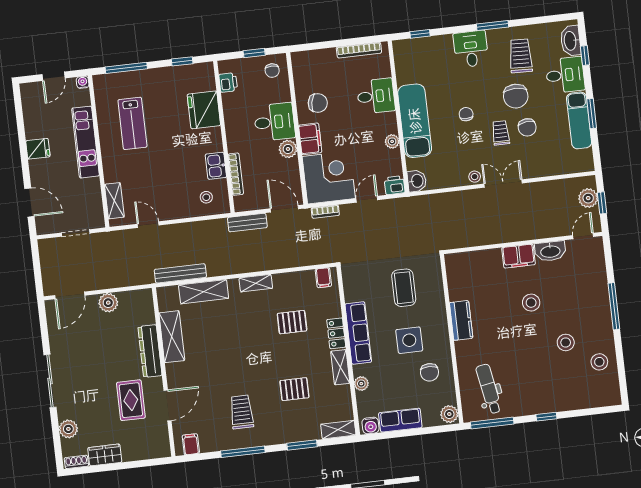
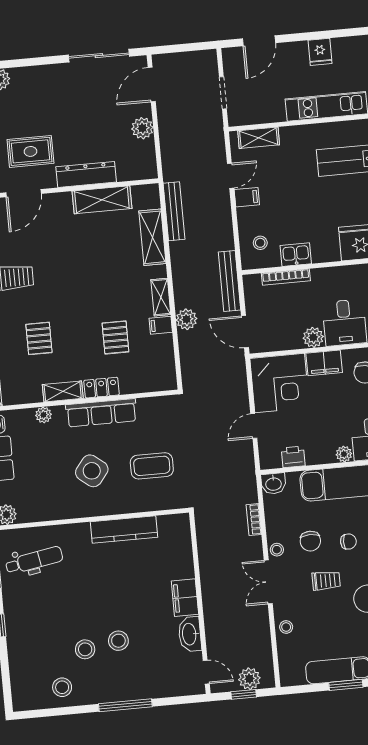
chair: (527, 127) -> (310, 541), moved, turned -83
plant: (392, 141) -> (344, 454), moved
stool: (542, 167) -> (286, 627), added
double door: (503, 183) -> (268, 582), swing flipped
printer: (395, 185) -> (293, 457), moved, turned -90
door: (367, 199) -> (254, 426), swing flipped
door: (284, 209) -> (245, 332), swing flipped
filing cabinet: (167, 210) -> (247, 197), added
bookcase: (325, 212) -> (254, 520), moved
bench: (247, 223) -> (230, 281), width x1.36
plant: (275, 260) -> (186, 319), added
filing cabinet: (323, 278) -> (161, 325), moved
door: (70, 295) -> (152, 84), hinge flipped
stool: (531, 303) -> (118, 641), moved
kitchen counter: (461, 320) -> (124, 530), width x1.50
side table: (409, 340) -> (92, 471), turned 38
chair: (430, 372) -> (55, 493), removed
sliding door: (50, 381) -> (99, 56), moved
door: (168, 405) -> (24, 193), hinge flipped

